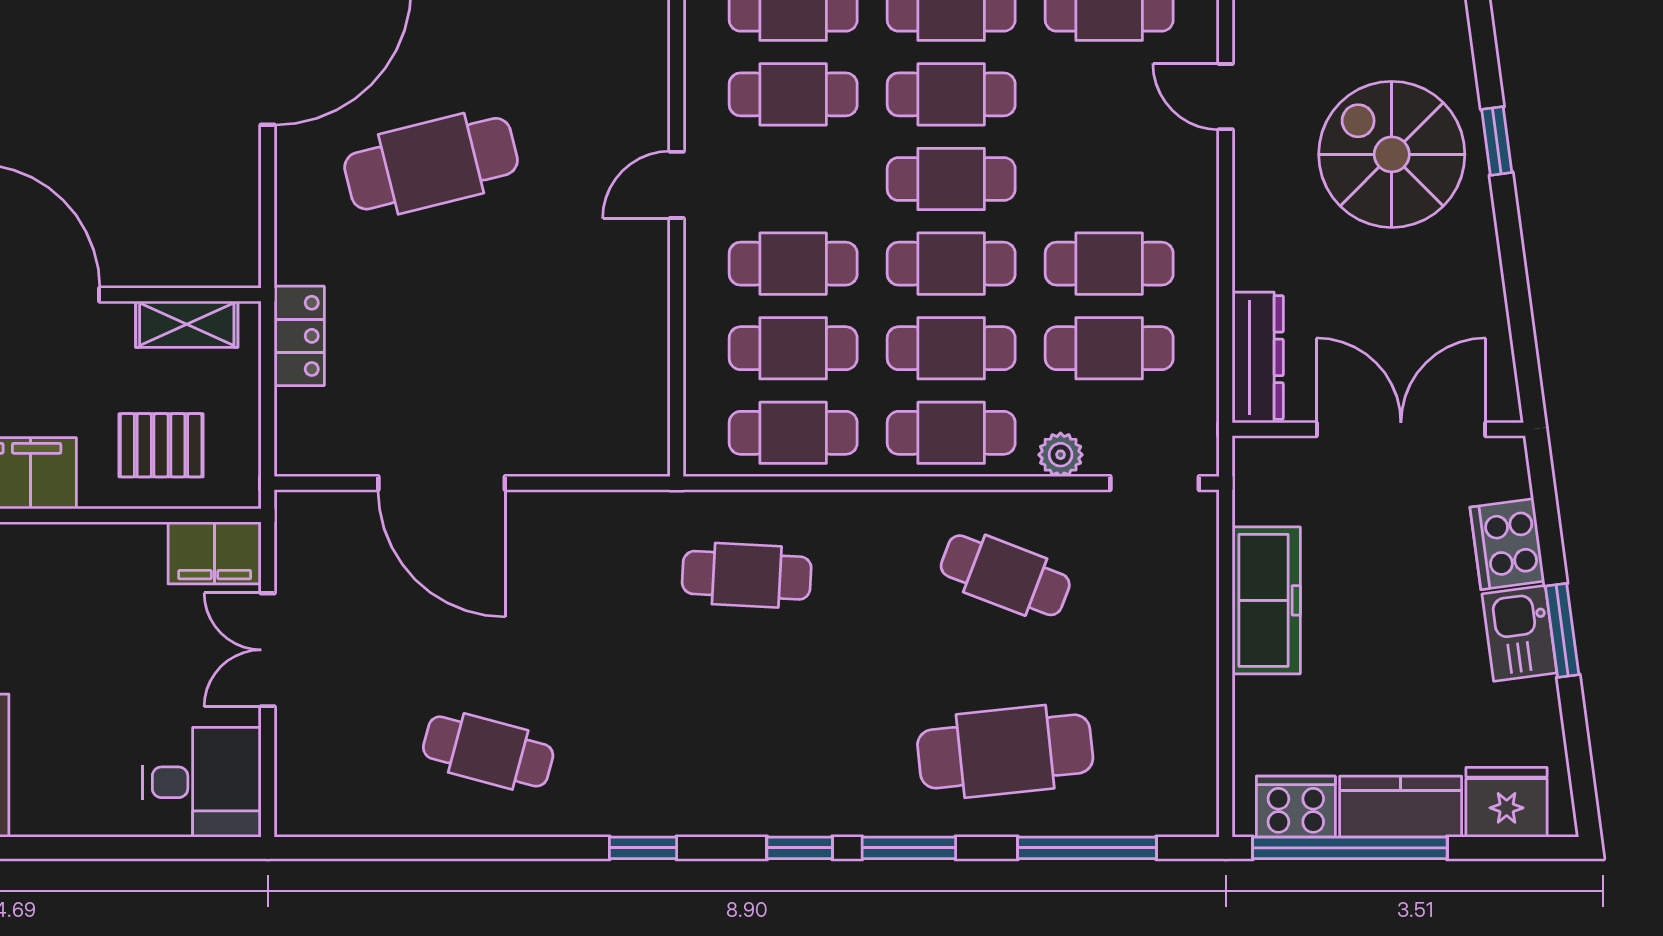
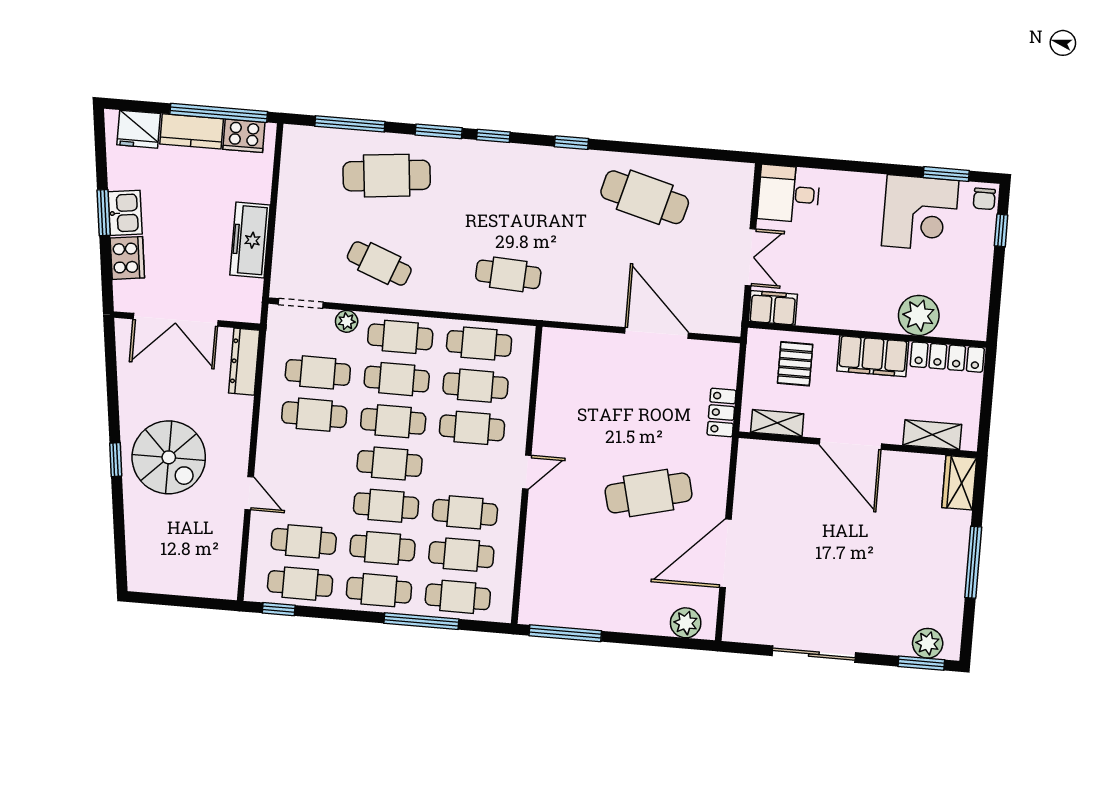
pallet: (161, 445) -> (795, 364), turned 90
cafe table: (488, 751) -> (645, 197), width x1.37, depth x1.35

